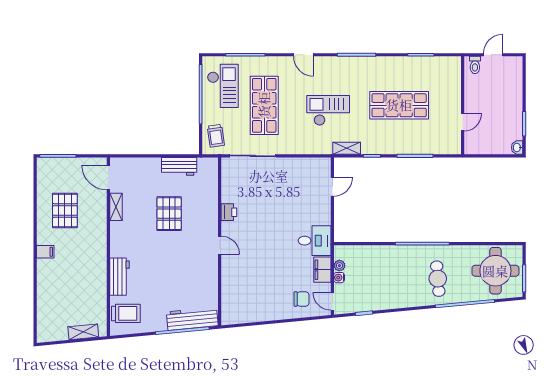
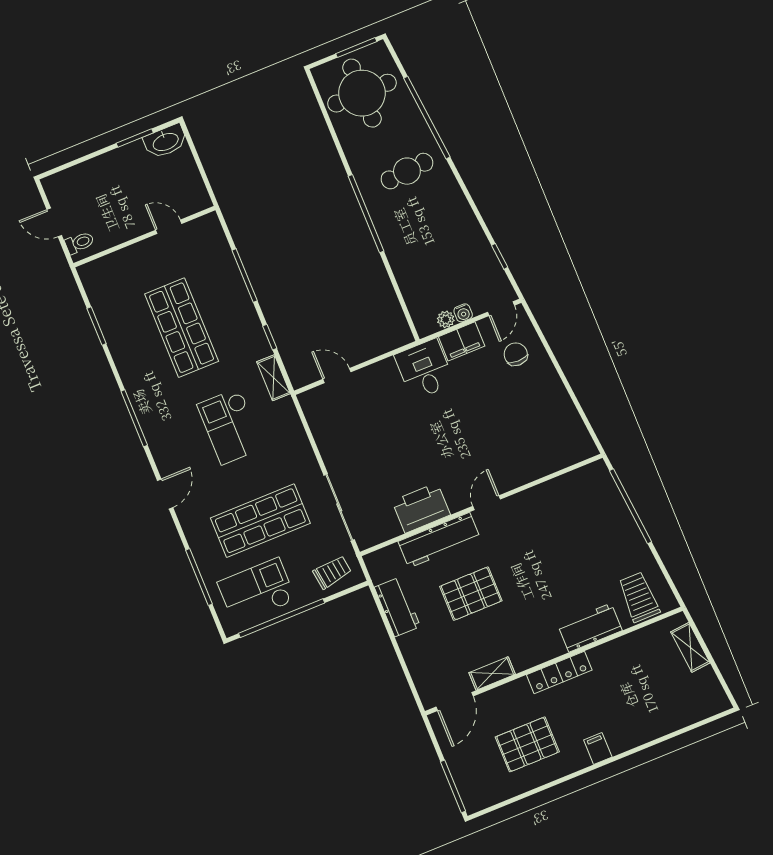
washbasin: (517, 147) -> (165, 141), width x1.91, depth x1.45
printer: (229, 212) -> (421, 508), width x1.87, depth x1.48
locker: (100, 247) -> (559, 672), added
workbench: (192, 319) -> (439, 540), moved, turned -85

